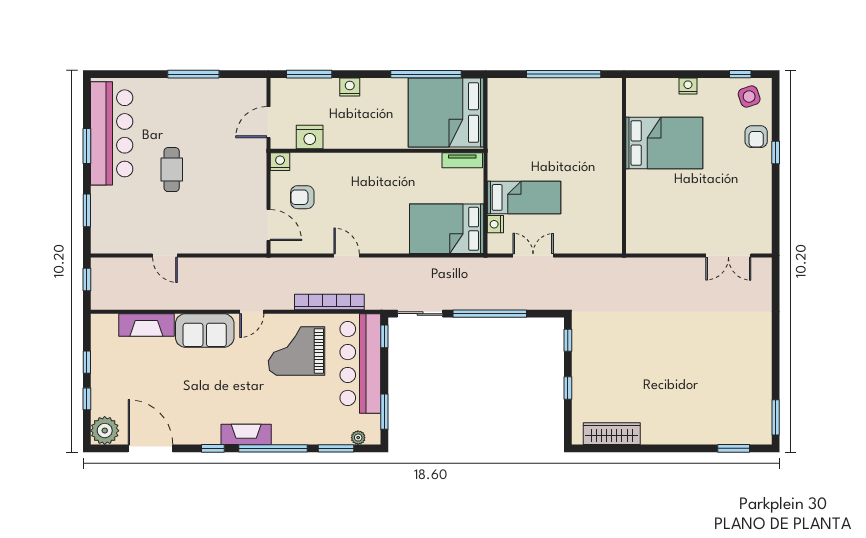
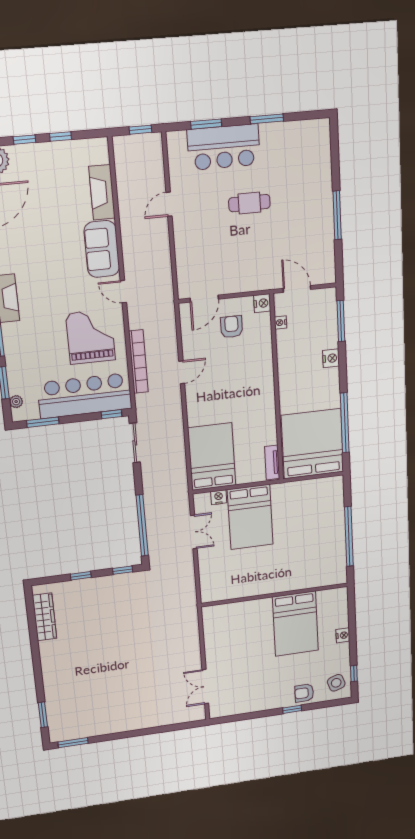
bar counter: (112, 133) -> (224, 147), moved, width x0.73
nightstand: (310, 137) -> (281, 323), width x0.53, depth x0.56
bed: (524, 197) -> (250, 517), width x1.50
window: (490, 314) -> (142, 525), moved

